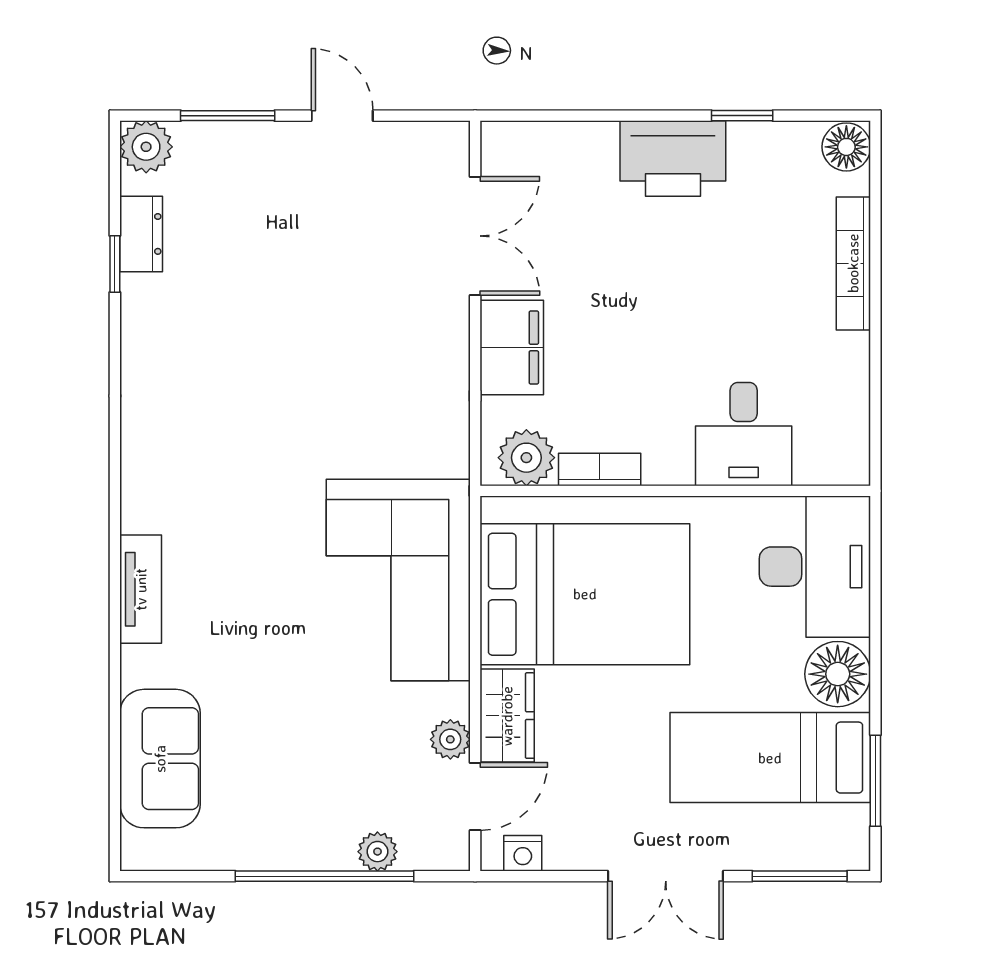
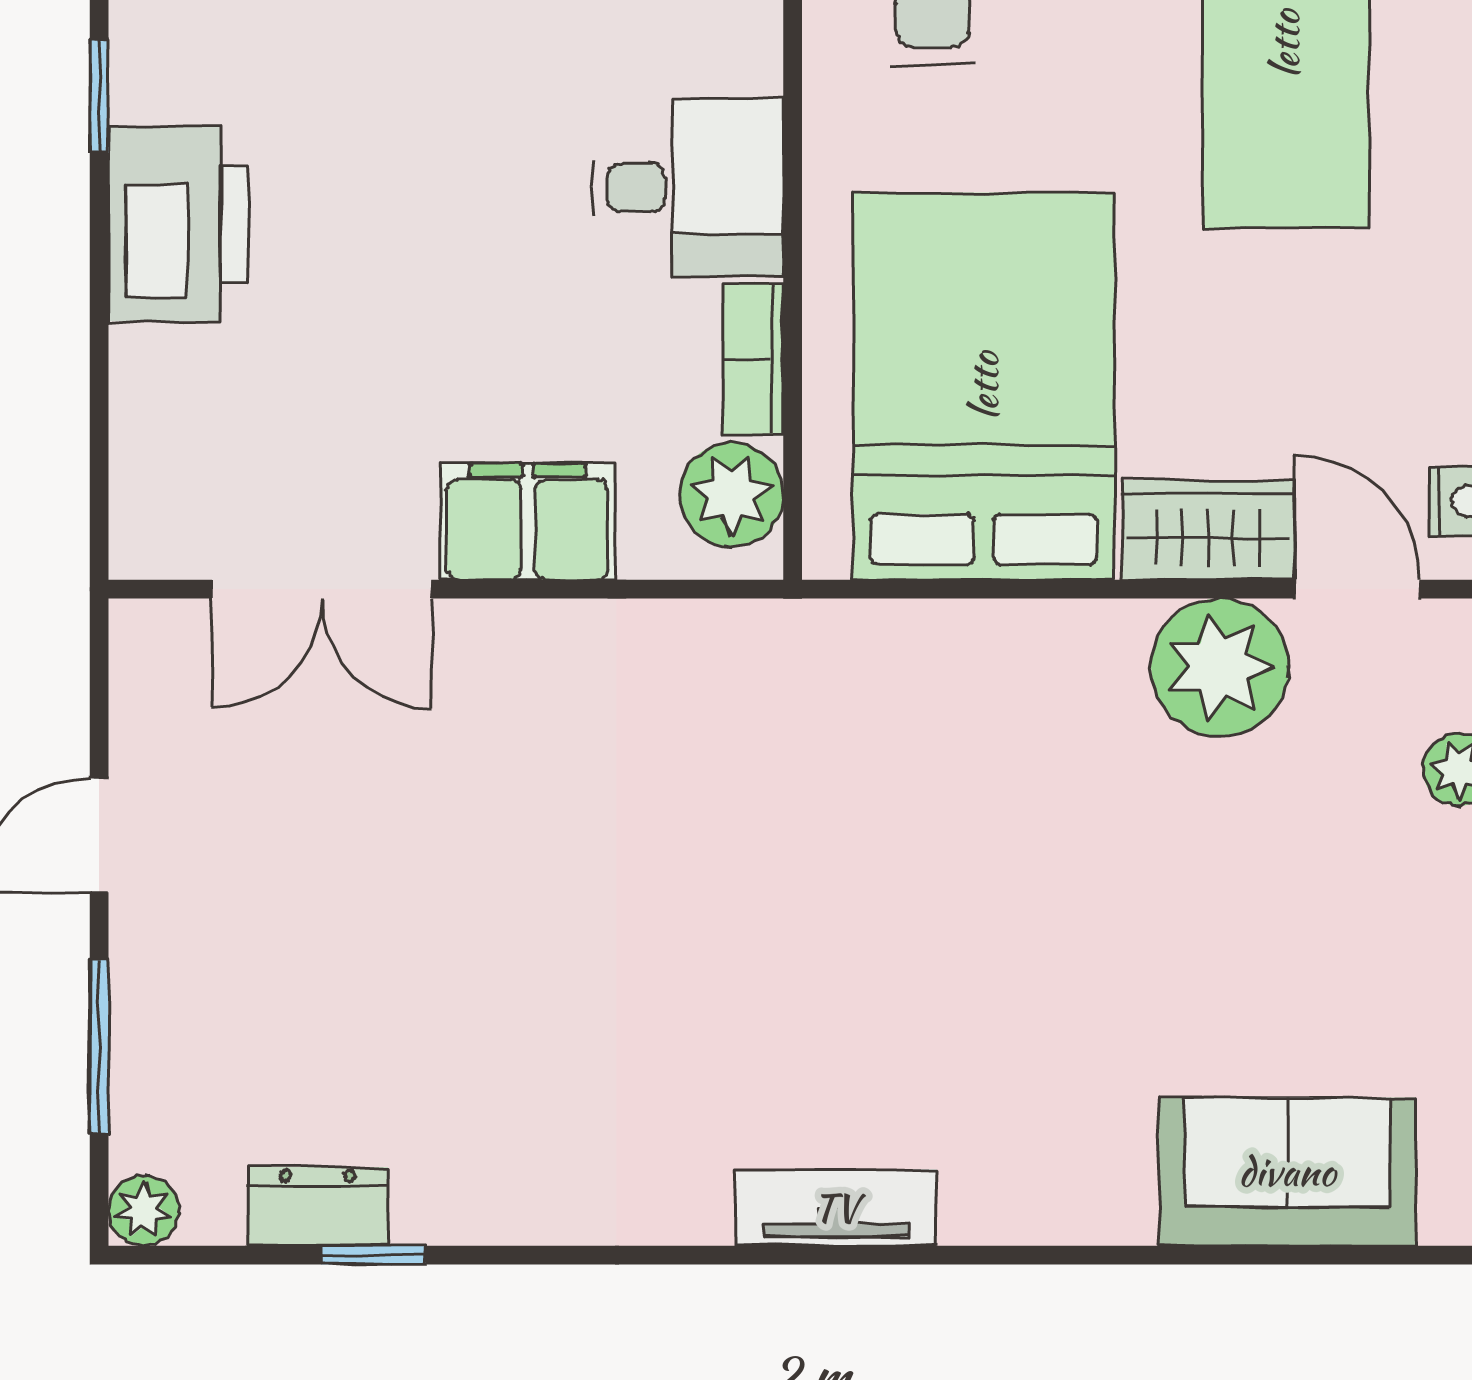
plant: (146, 147) -> (144, 1211), width x0.73, depth x0.73
double door: (475, 236) -> (322, 589), swing flipped
desk: (744, 434) -> (688, 187), moved
corner sofa: (398, 580) -> (957, 731), removed
tv unit: (141, 589) -> (836, 1208), moved
plant: (450, 739) -> (1220, 667), width x1.88, depth x1.88

